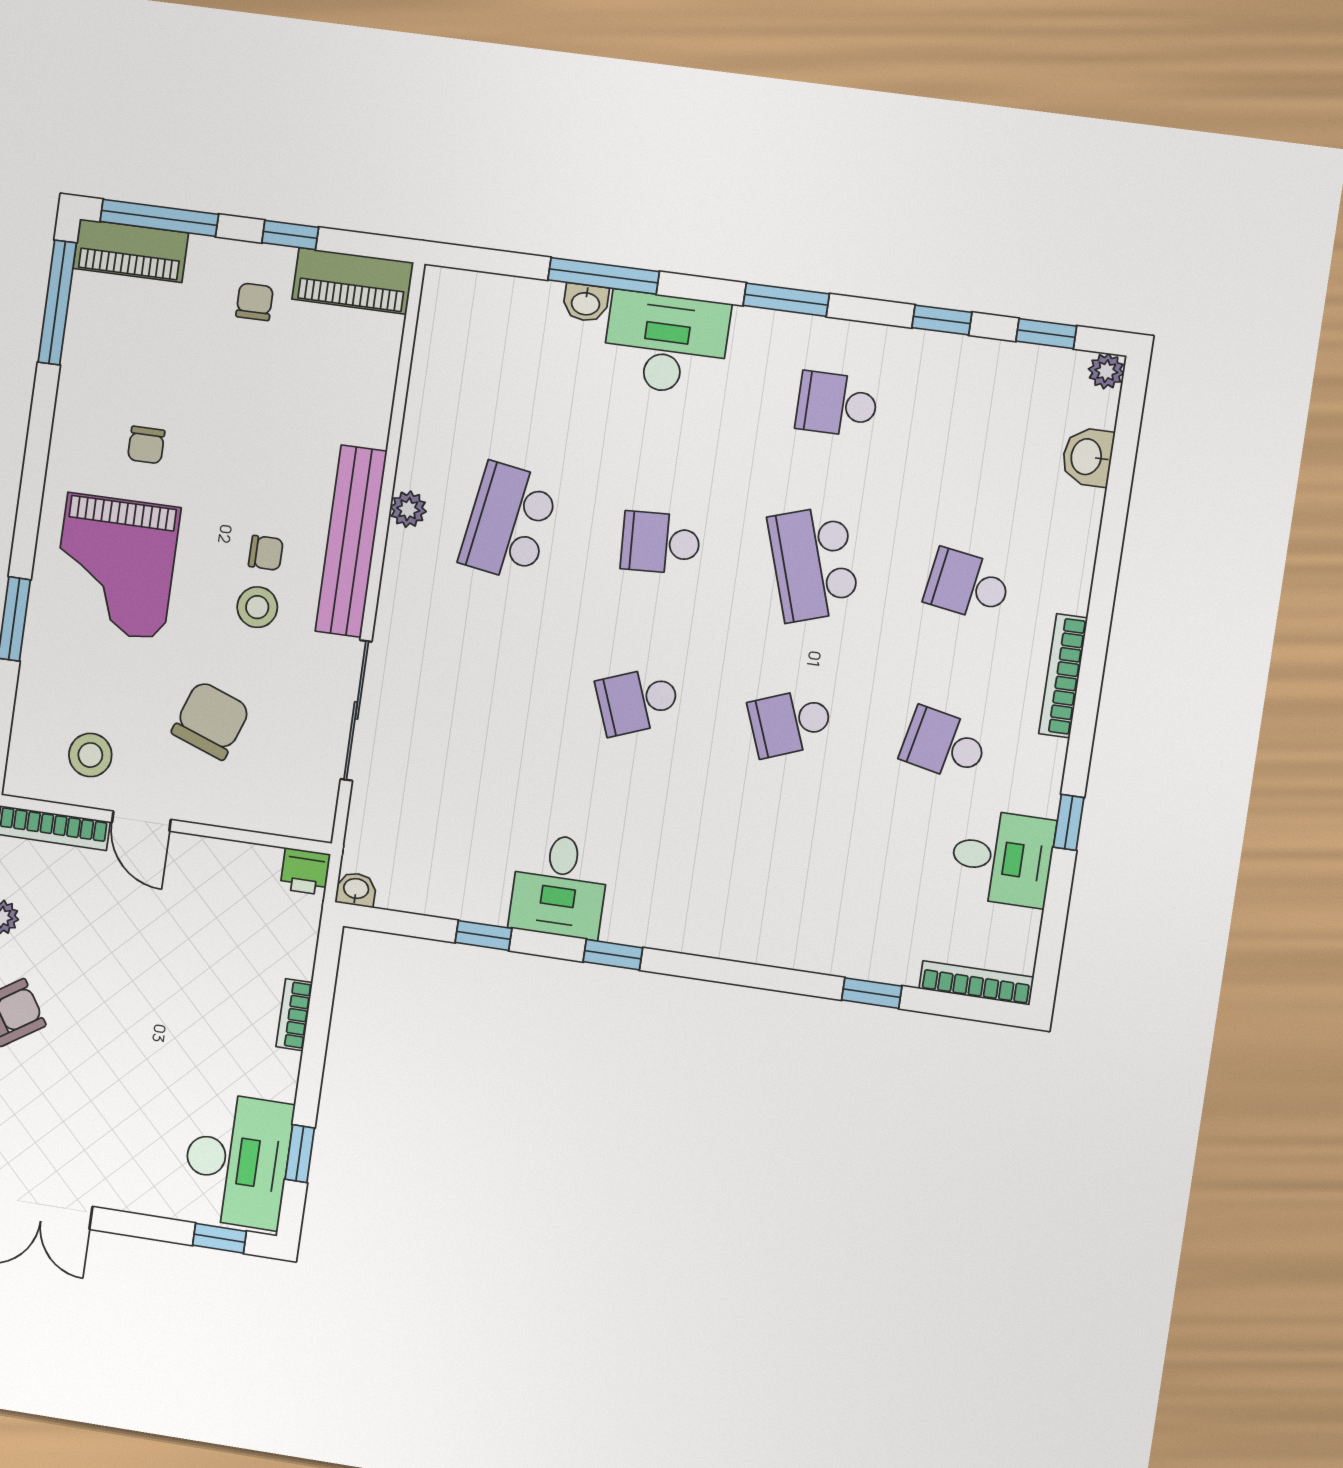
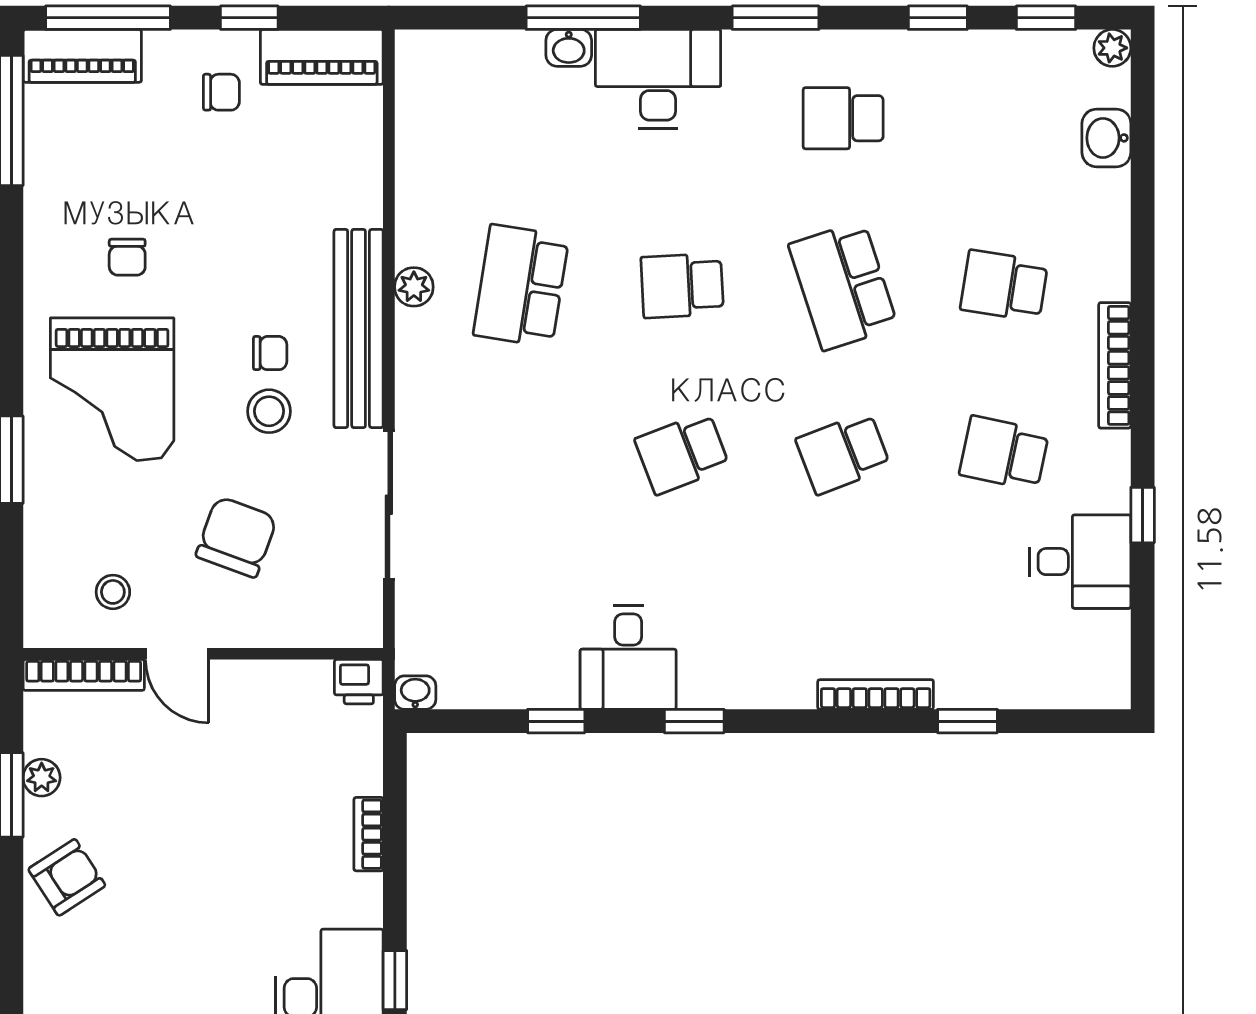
chair: (255, 302) -> (221, 92), turned 90
stool: (90, 755) -> (113, 592), width x0.73, depth x0.73
bookcase: (976, 983) -> (876, 694), moved

